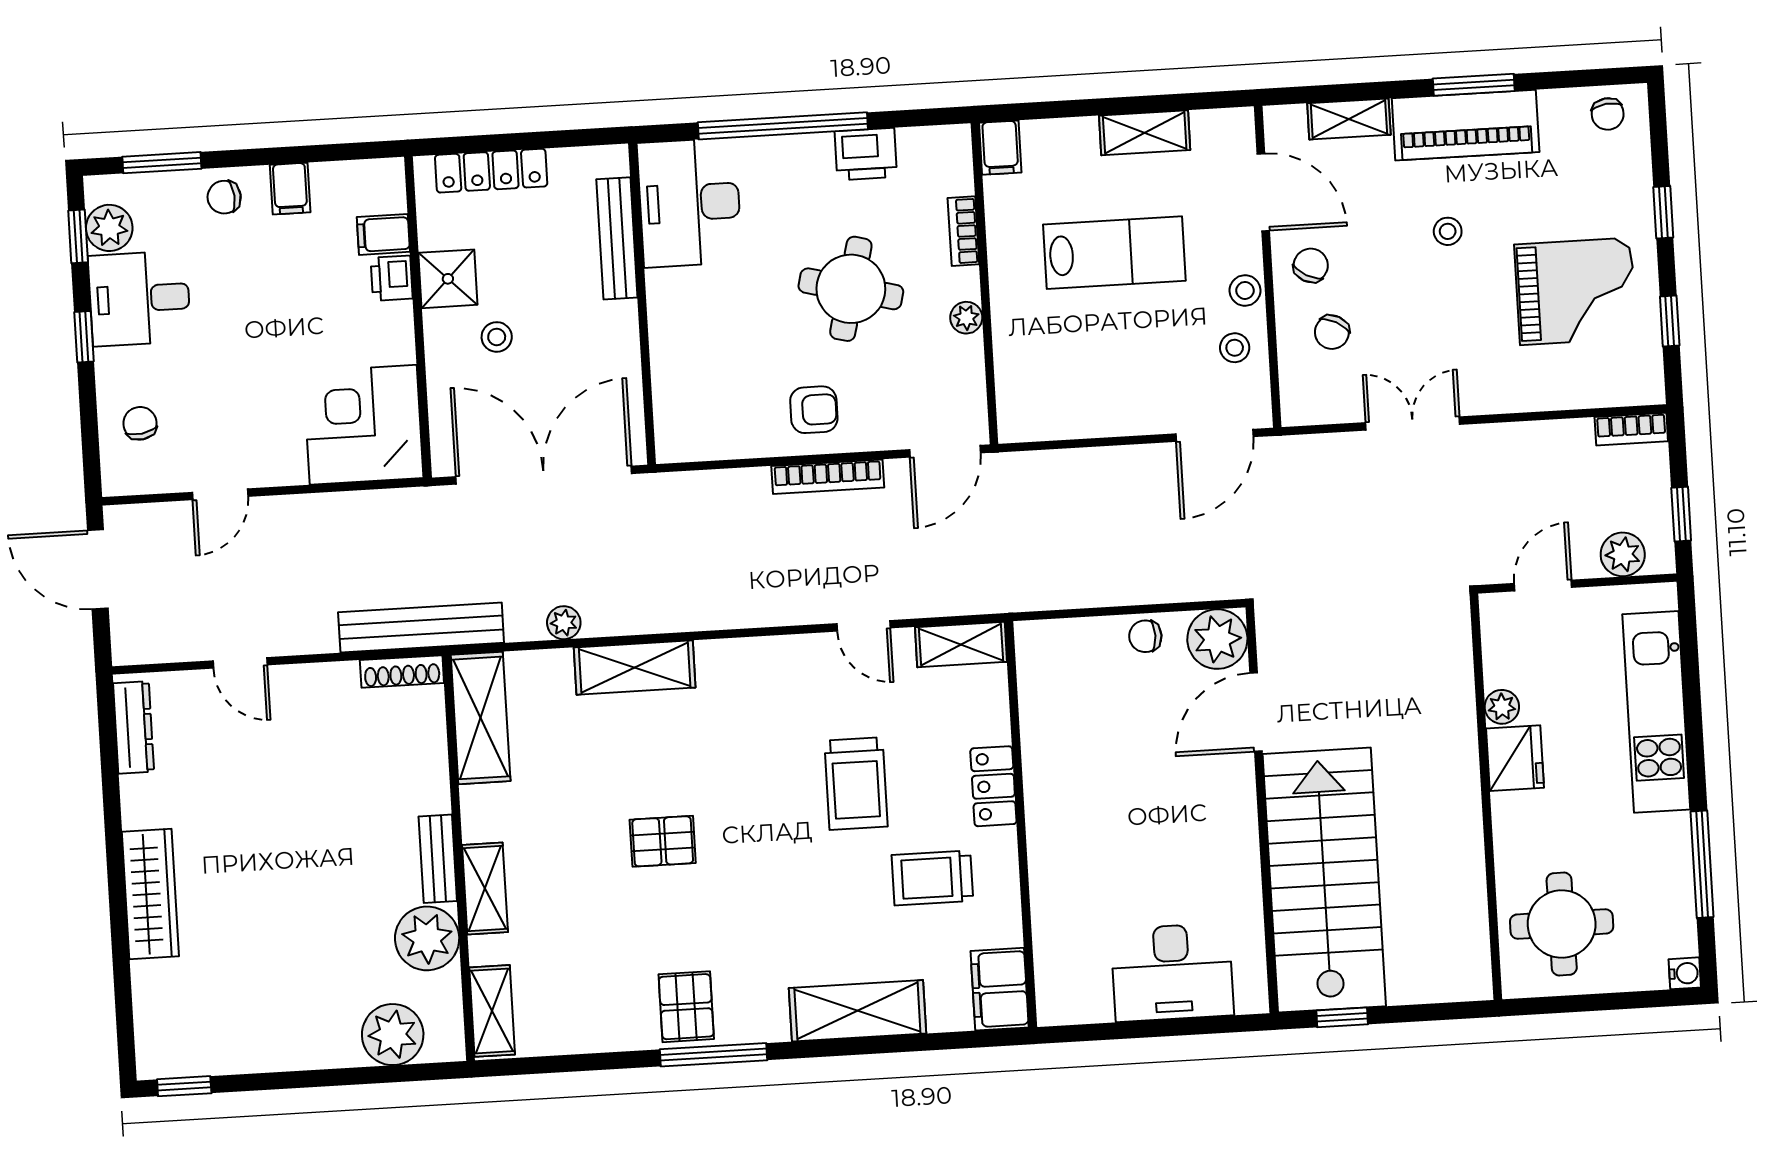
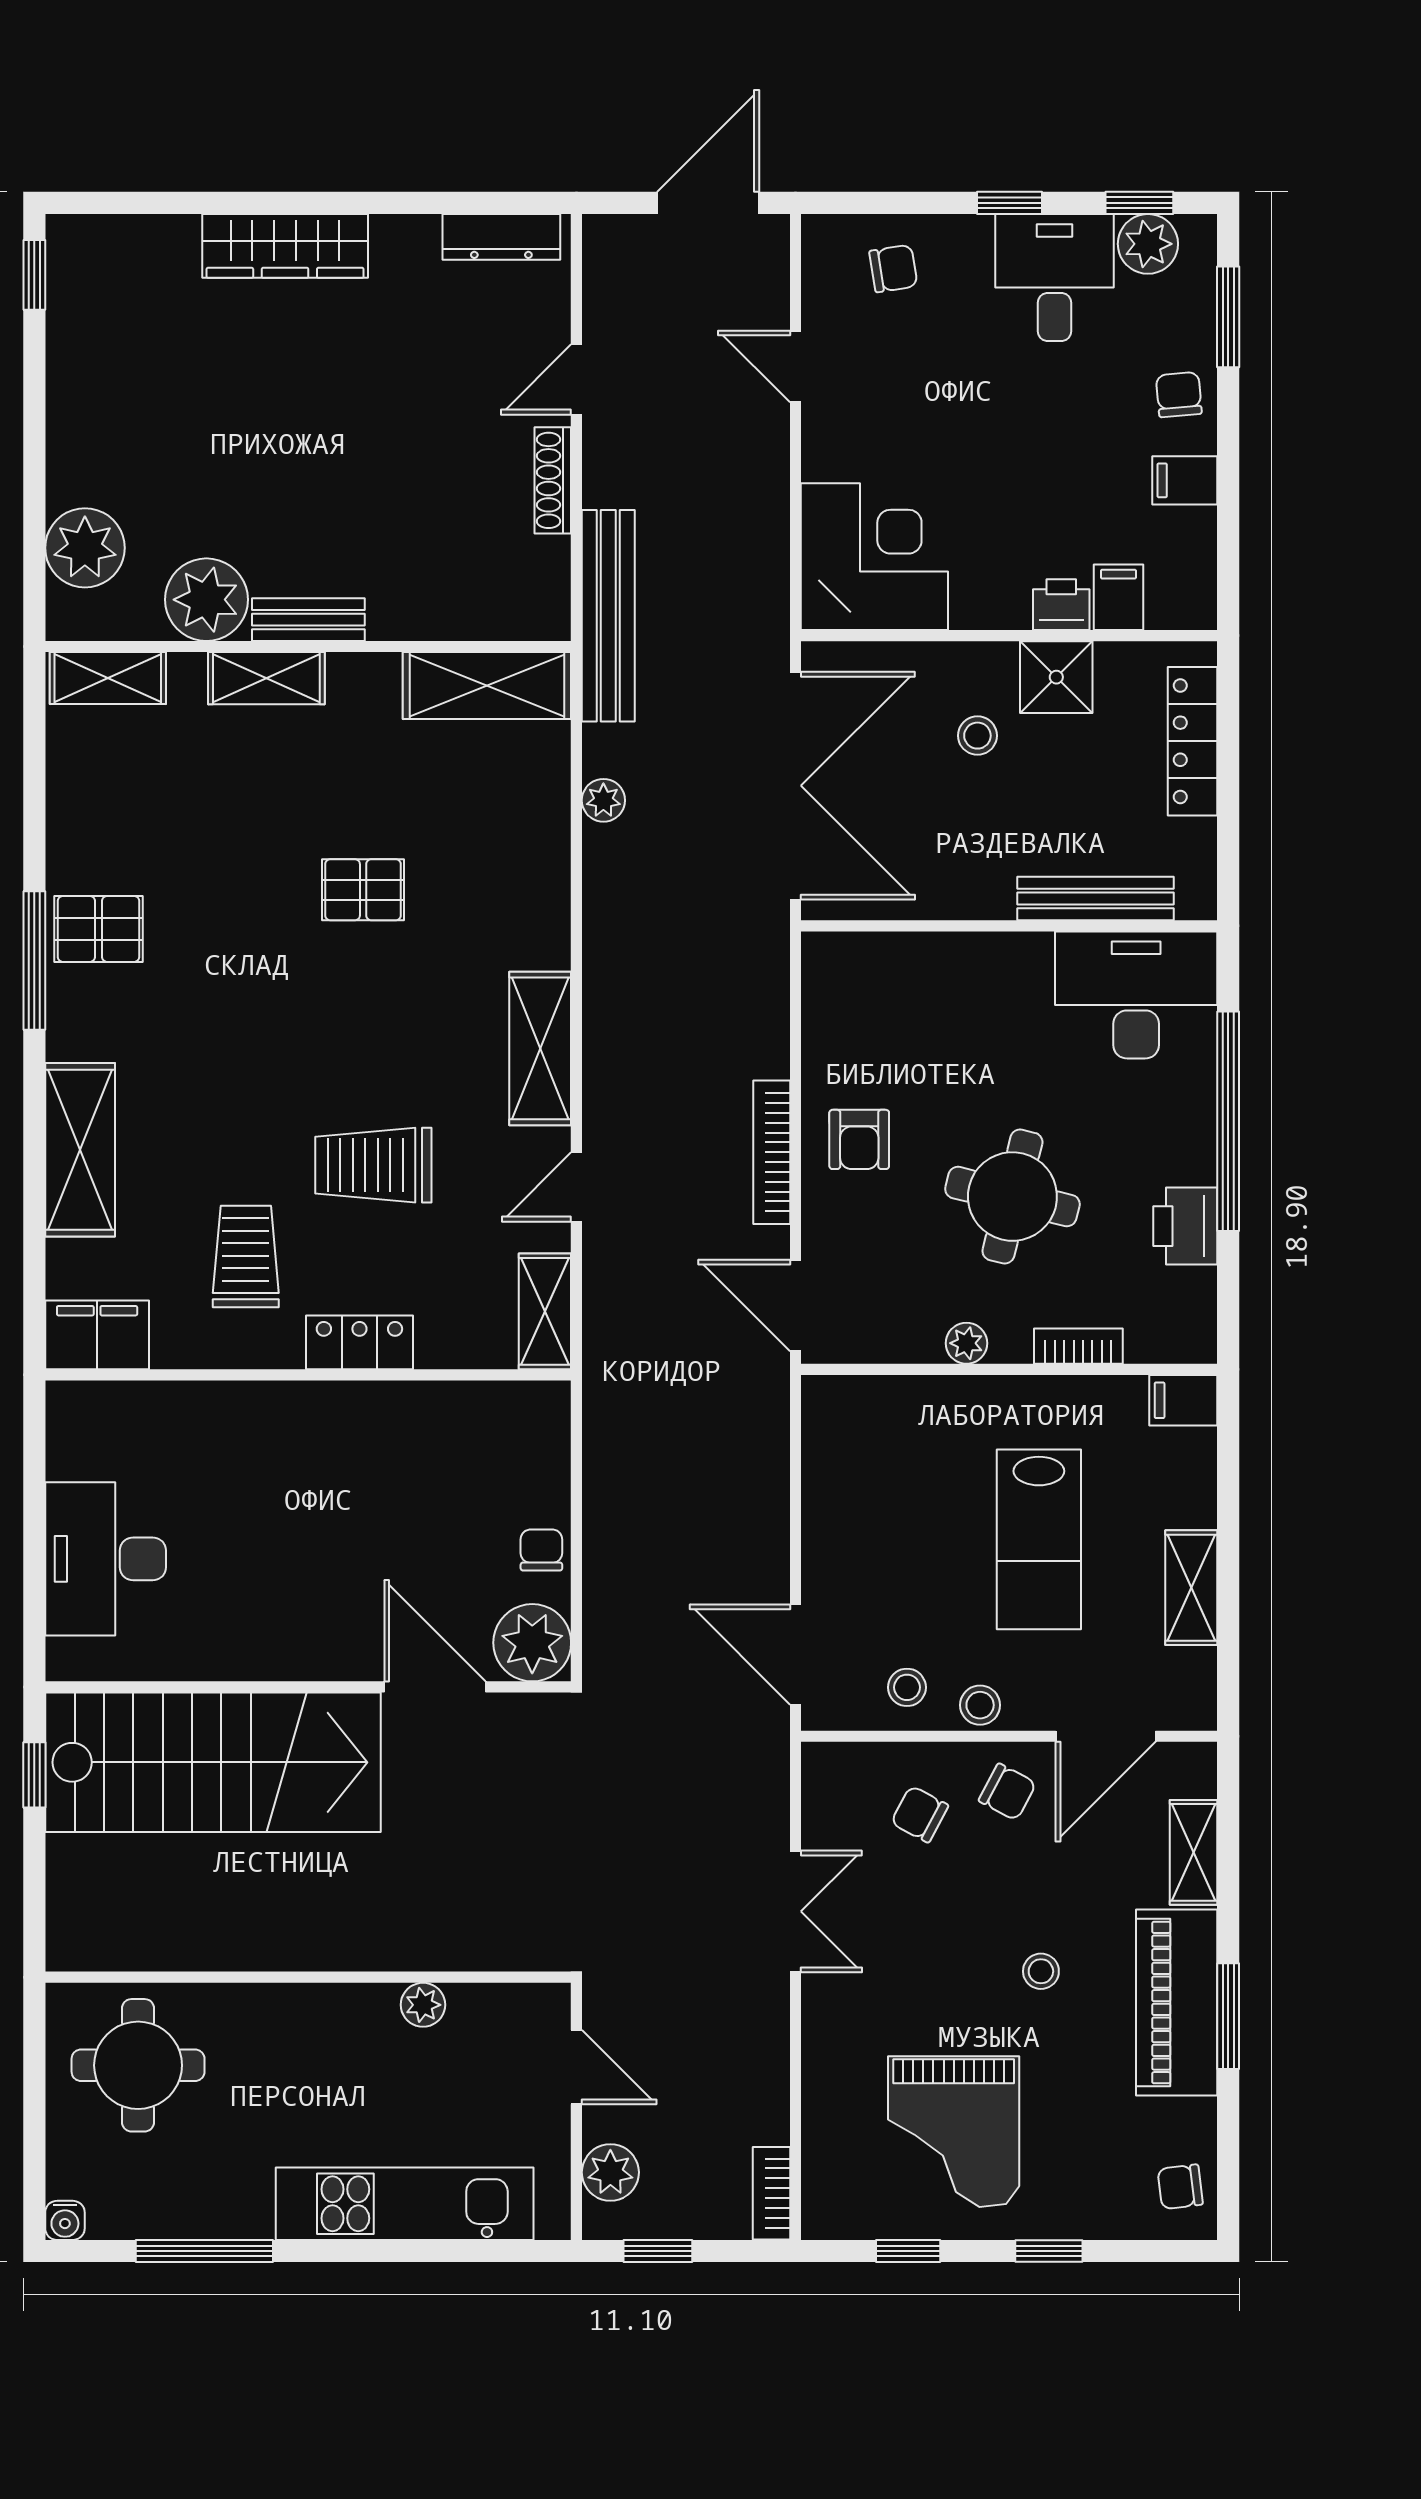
shelving: (635, 667) -> (540, 1048), moved
shoe rack: (402, 672) -> (553, 480), moved
fridge: (1515, 758) -> (356, 2018), removed
pallet: (663, 841) -> (363, 890), moved, turned 90

